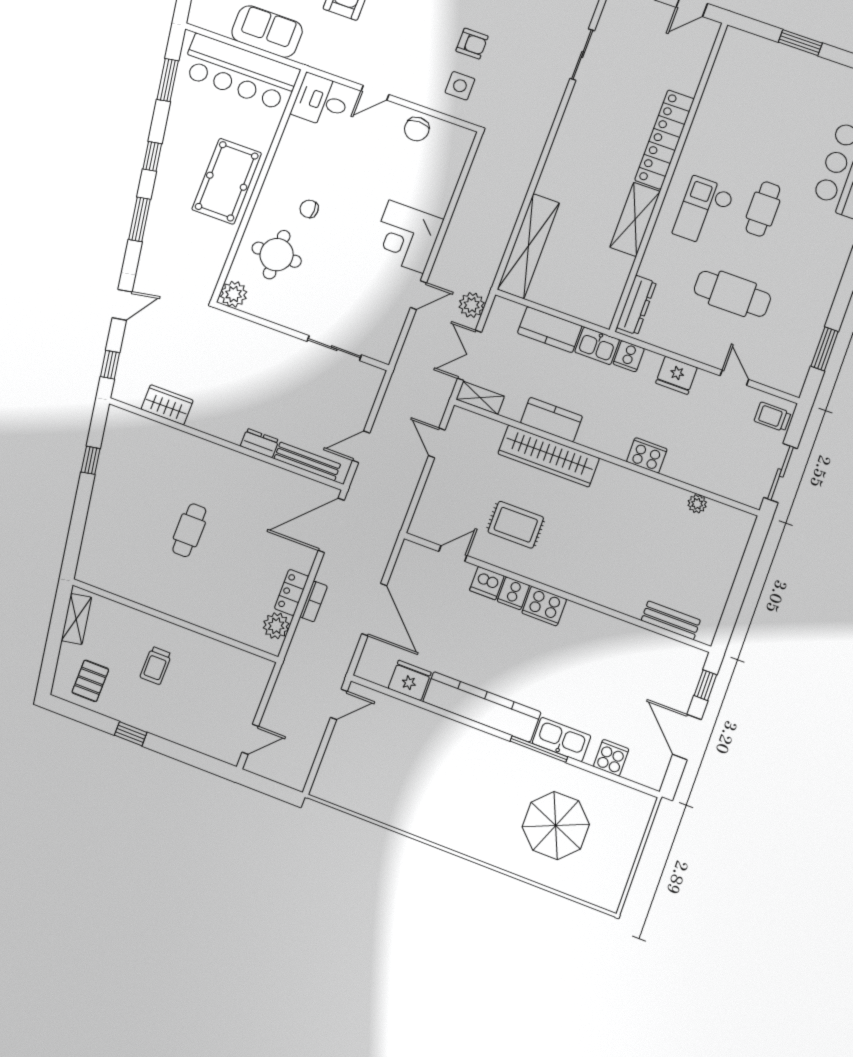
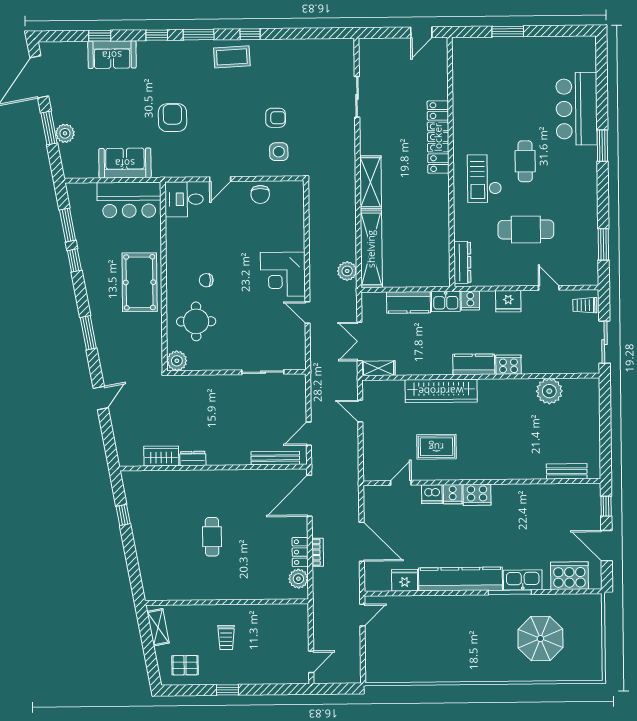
bar counter: (240, 72) -> (129, 200), width x0.73
window: (152, 156) -> (74, 260), moved
shelving: (635, 219) -> (371, 182), moved
door: (418, 295) -> (307, 313), swing flipped
plant: (472, 305) -> (347, 271), moved
window: (110, 365) -> (109, 443), removed
kitchen counter: (551, 420) -> (474, 364), moved
dresser: (260, 443) -> (193, 458), moved
plant: (697, 504) -> (549, 391), width x1.88, depth x1.88
pallet: (90, 681) -> (185, 665), turned 90
cooker: (611, 758) -> (569, 576), width x1.87, depth x1.31

